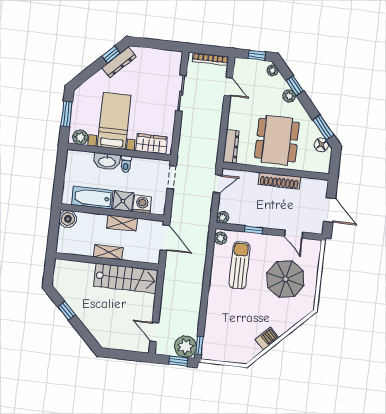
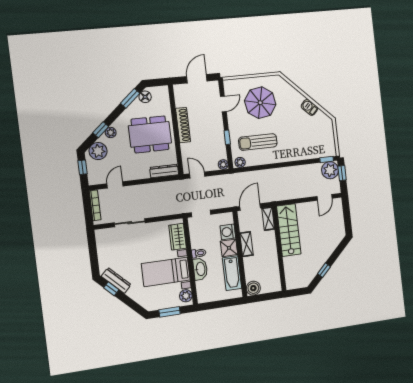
plant: (272, 70) -> (98, 151), width x1.87, depth x1.87
shelving: (108, 252) -> (268, 219), moved

